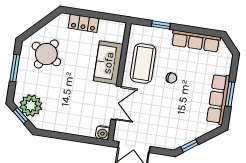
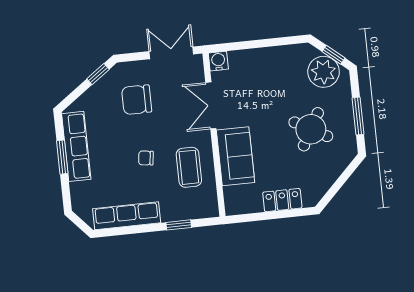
round table: (46, 54) -> (311, 129), moved
coffee table: (143, 63) -> (189, 167), width x0.73, depth x0.76
chair: (167, 121) -> (137, 100), added

